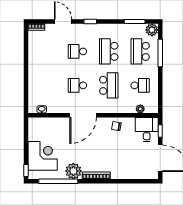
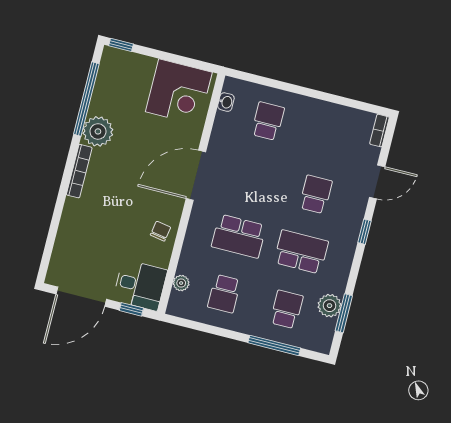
plant: (152, 30) -> (330, 306), moved
school desk: (140, 51) -> (287, 309), width x0.54
school desk: (77, 85) -> (268, 121), moved
door: (83, 115) -> (196, 175), hinge flipped
corner desk: (43, 156) -> (179, 92), moved

